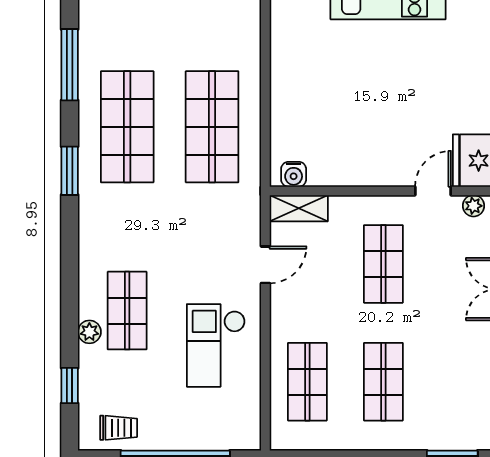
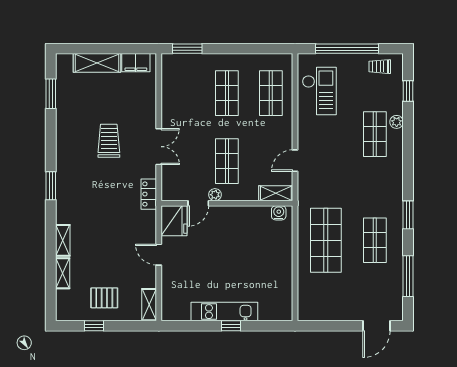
shop shelf: (127, 127) -> (375, 240), width x0.70, depth x0.74
plant: (473, 206) -> (215, 195), moved
checkout: (216, 345) -> (319, 91), moved

